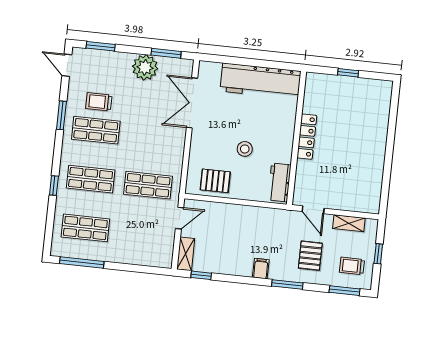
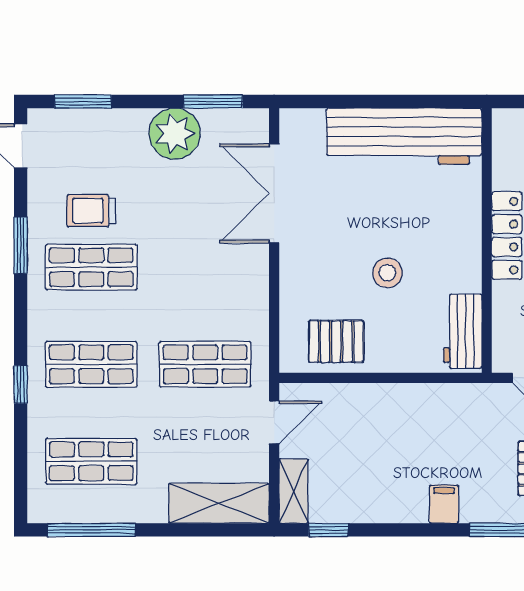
shelving: (147, 256) -> (219, 503), added

